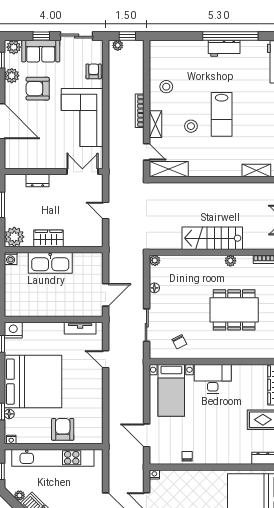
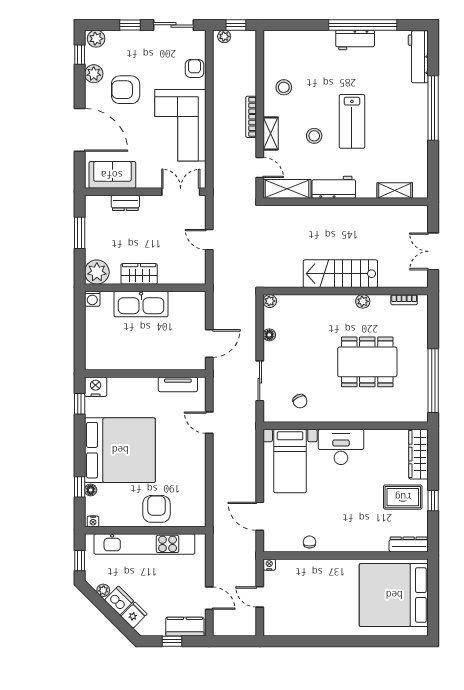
sofa: (41, 51) -> (112, 175), moved, turned 180
workbench: (207, 168) -> (334, 187), added

